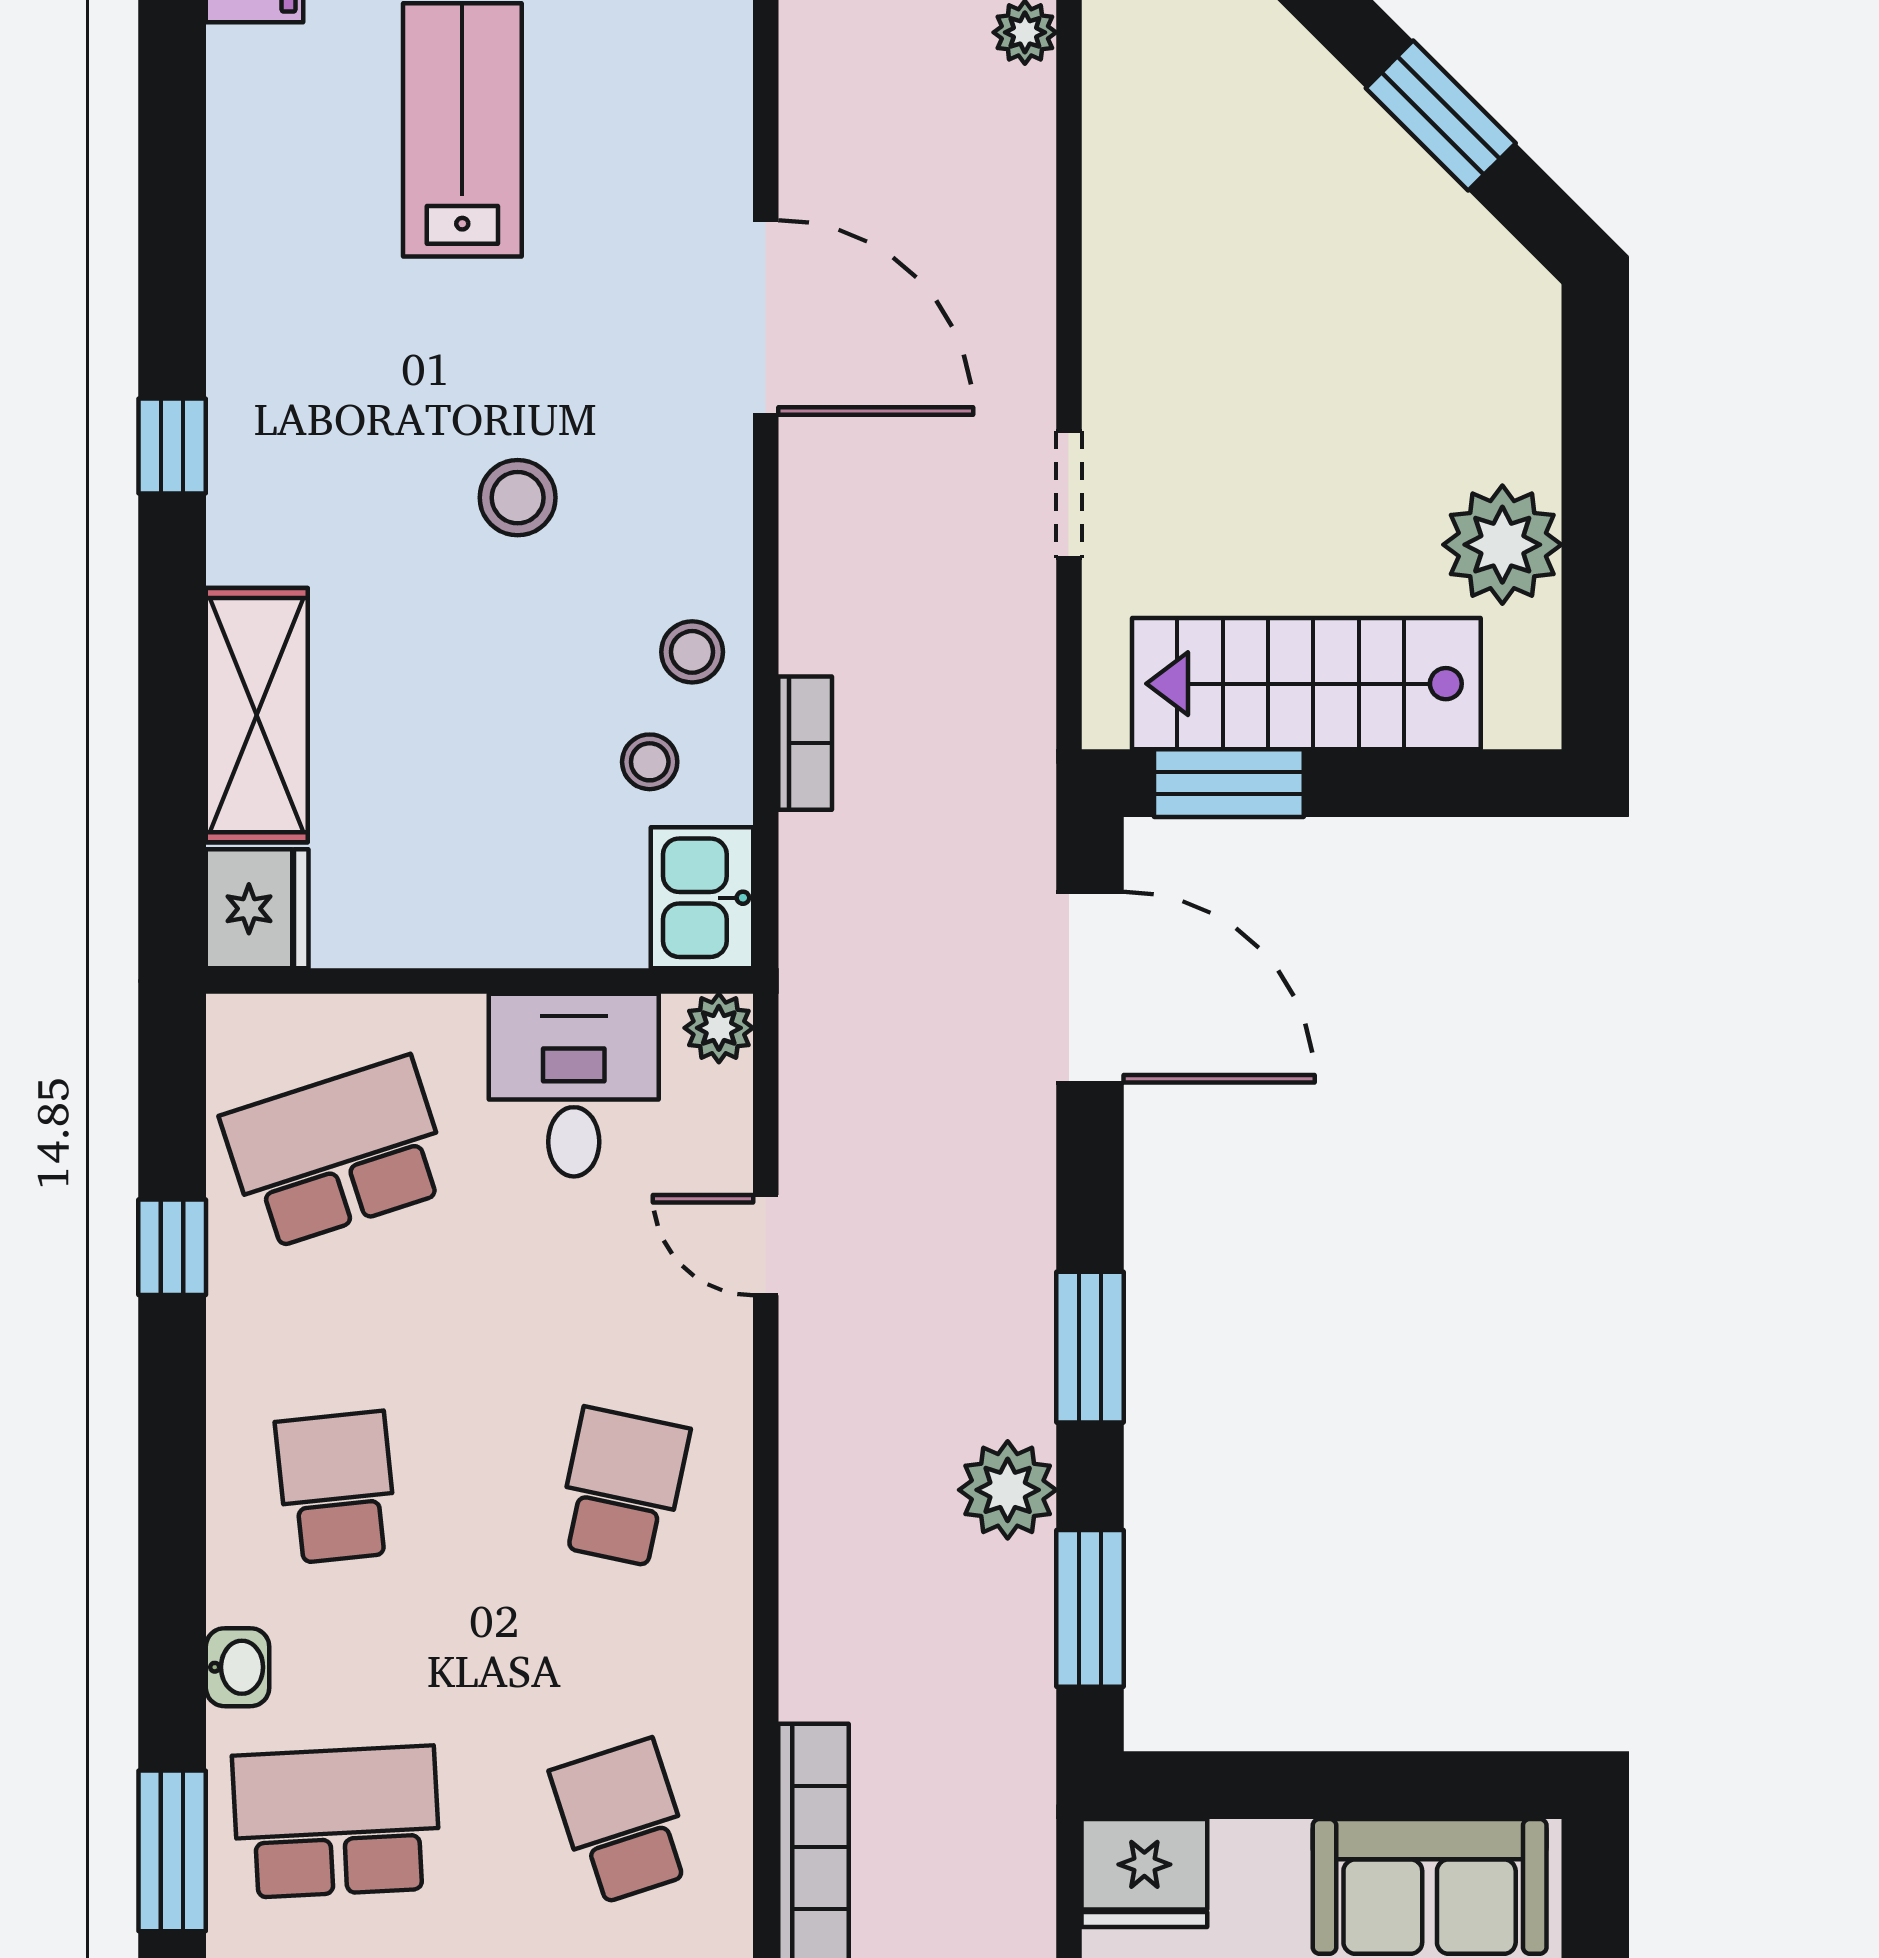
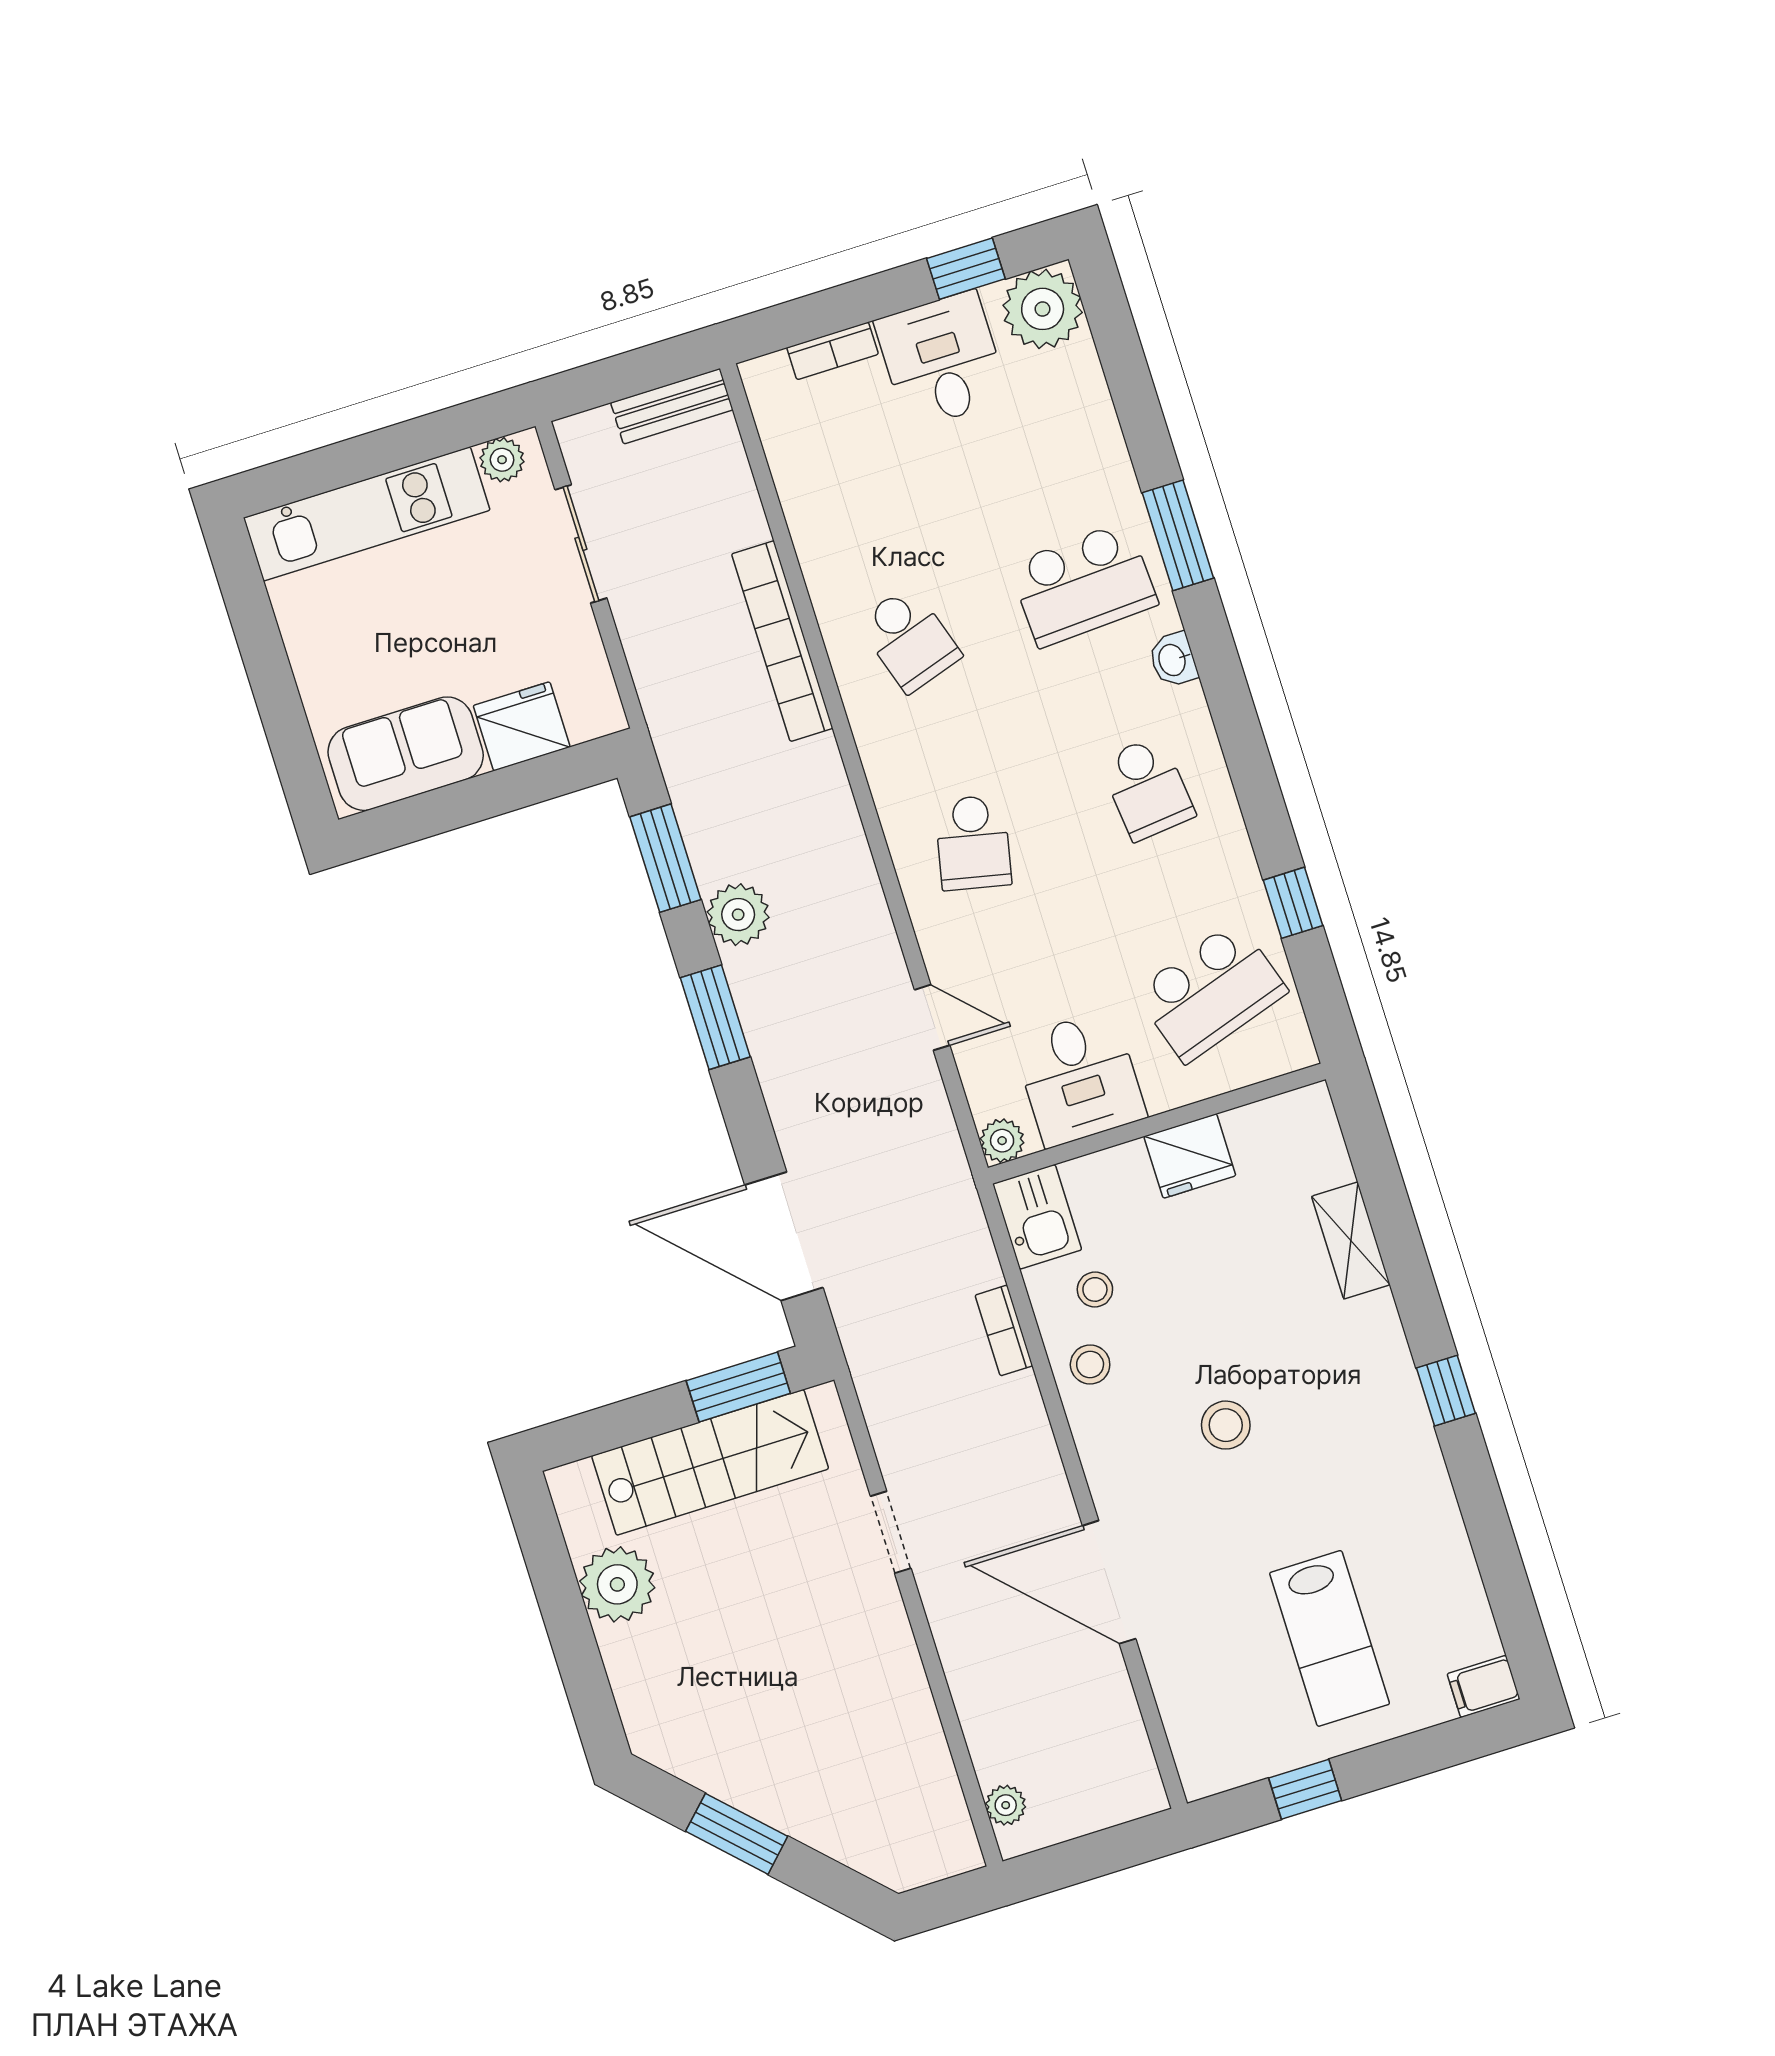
shelving: (257, 715) -> (1351, 1240), width x0.67, depth x0.75
fridge: (257, 909) -> (1190, 1156), moved, turned -90
fridge: (1144, 1873) -> (522, 726), moved

